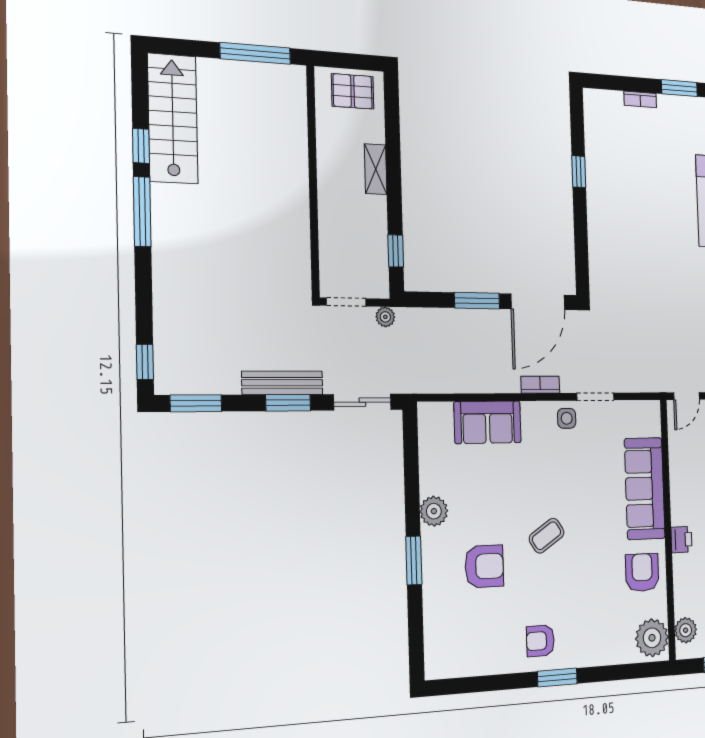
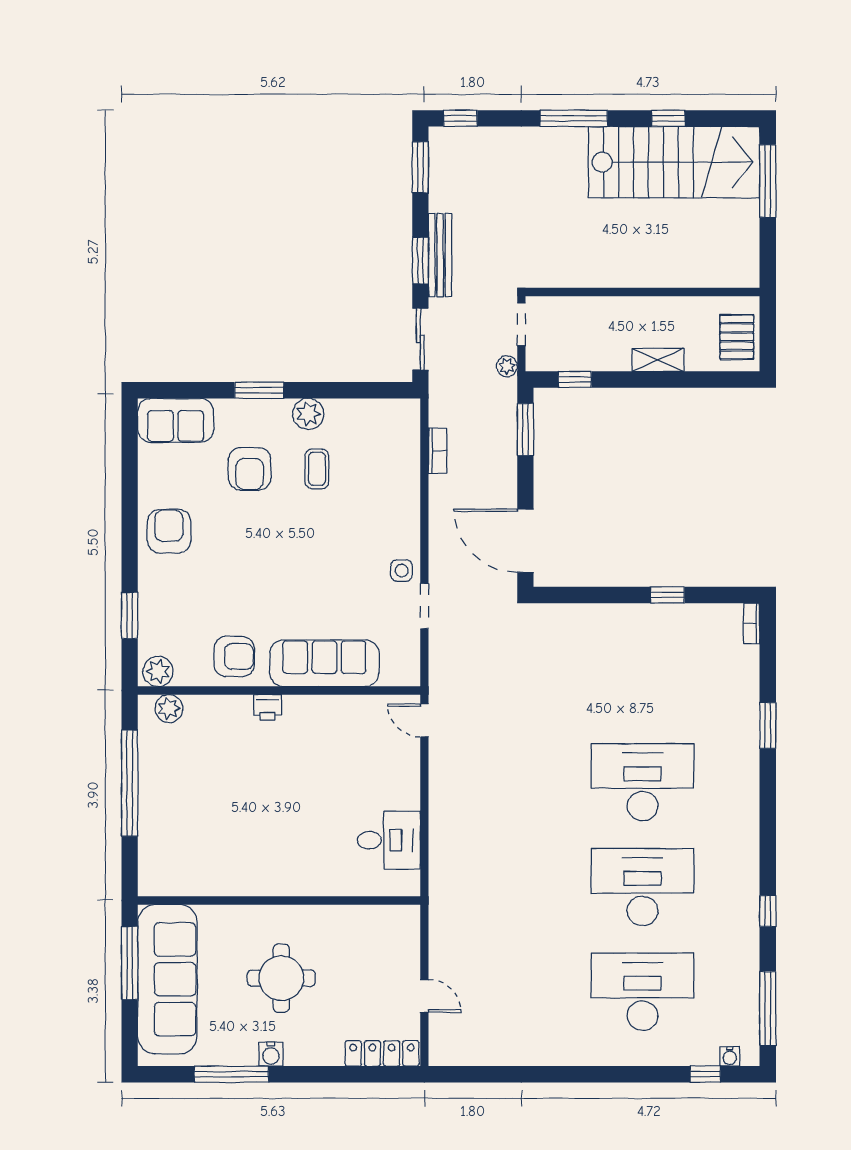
window: (255, 53) -> (768, 181), moved
bookcase: (640, 99) -> (752, 623), moved
stairs: (173, 119) -> (674, 162), width x1.36, depth x1.51
window: (142, 212) -> (574, 118), moved
window: (477, 301) -> (525, 430), moved
bookcase: (540, 385) -> (438, 451), moved
sofa: (488, 422) -> (176, 420), moved, turned -90
coffee table: (547, 536) -> (317, 469), moved, turned 33
plant: (652, 638) -> (158, 671), width x0.73, depth x0.73
armchair: (540, 641) -> (169, 531), width x1.38, depth x1.38
window: (557, 677) -> (130, 615), moved

